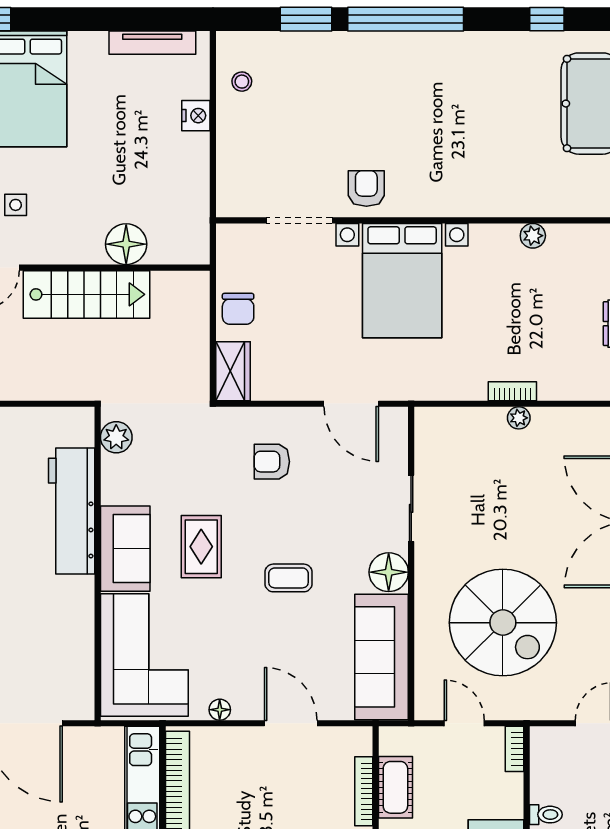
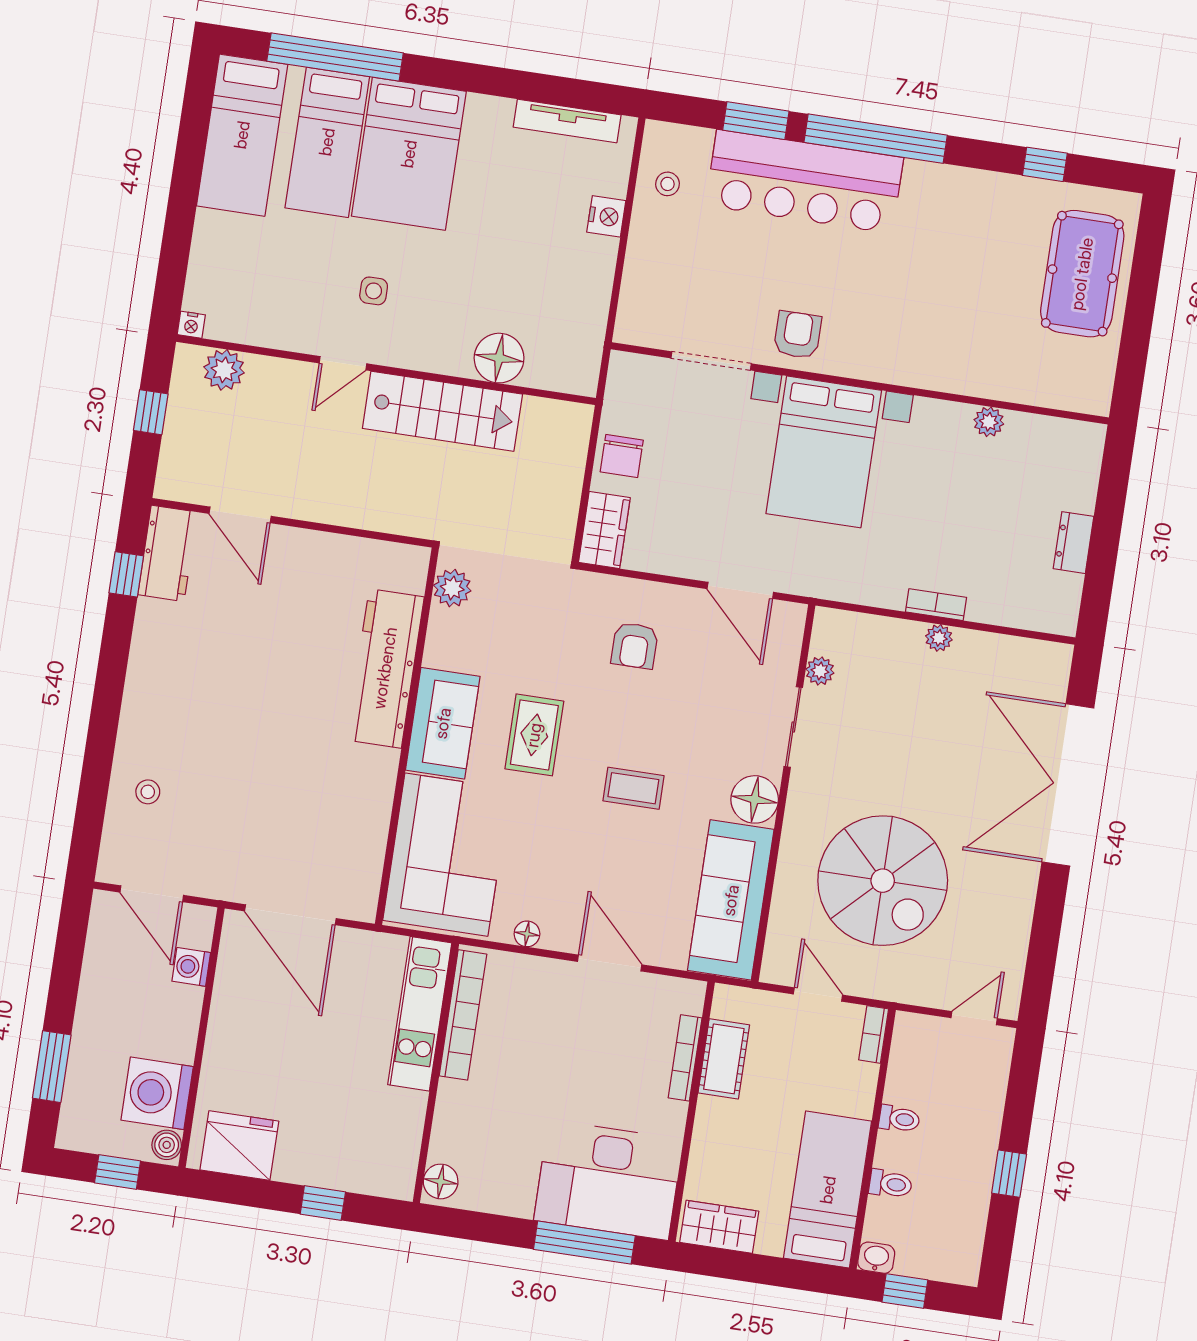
bar counter: (353, 63) -> (804, 181), added
plant: (426, 459) -> (820, 671), added
armchair: (272, 462) -> (635, 645), turned -90

